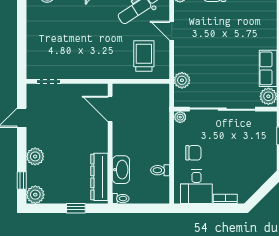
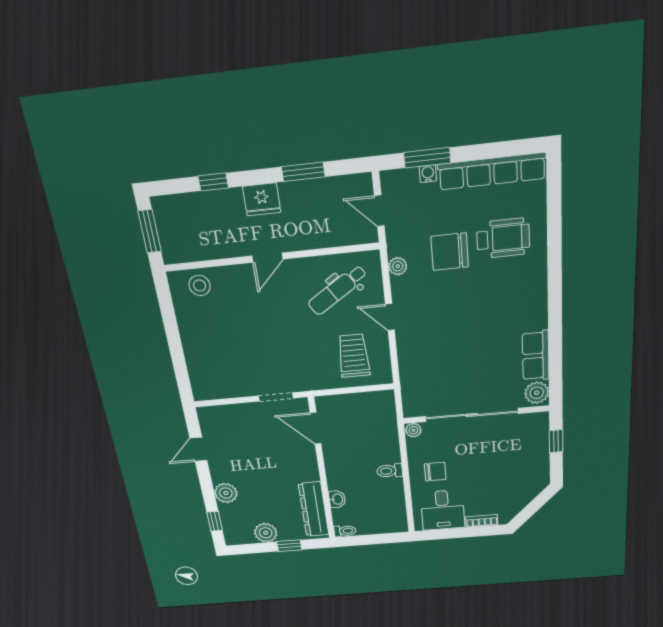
plant: (182, 80) -> (412, 383), removed
doorway: (49, 81) -> (276, 397), moved
washbasin: (121, 170) -> (337, 499), width x0.52, depth x0.69
toilet: (160, 170) -> (390, 471), moved
plant: (35, 195) -> (266, 533), moved

